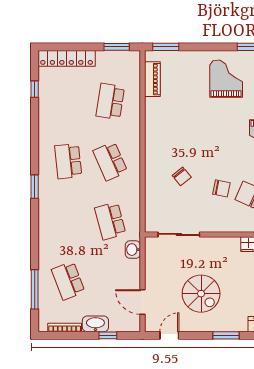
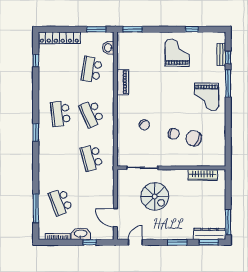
piano: (152, 79) -> (123, 82), moved
washbasin: (133, 250) -> (108, 48), moved
spiral stairs: (201, 294) -> (155, 196), moved

